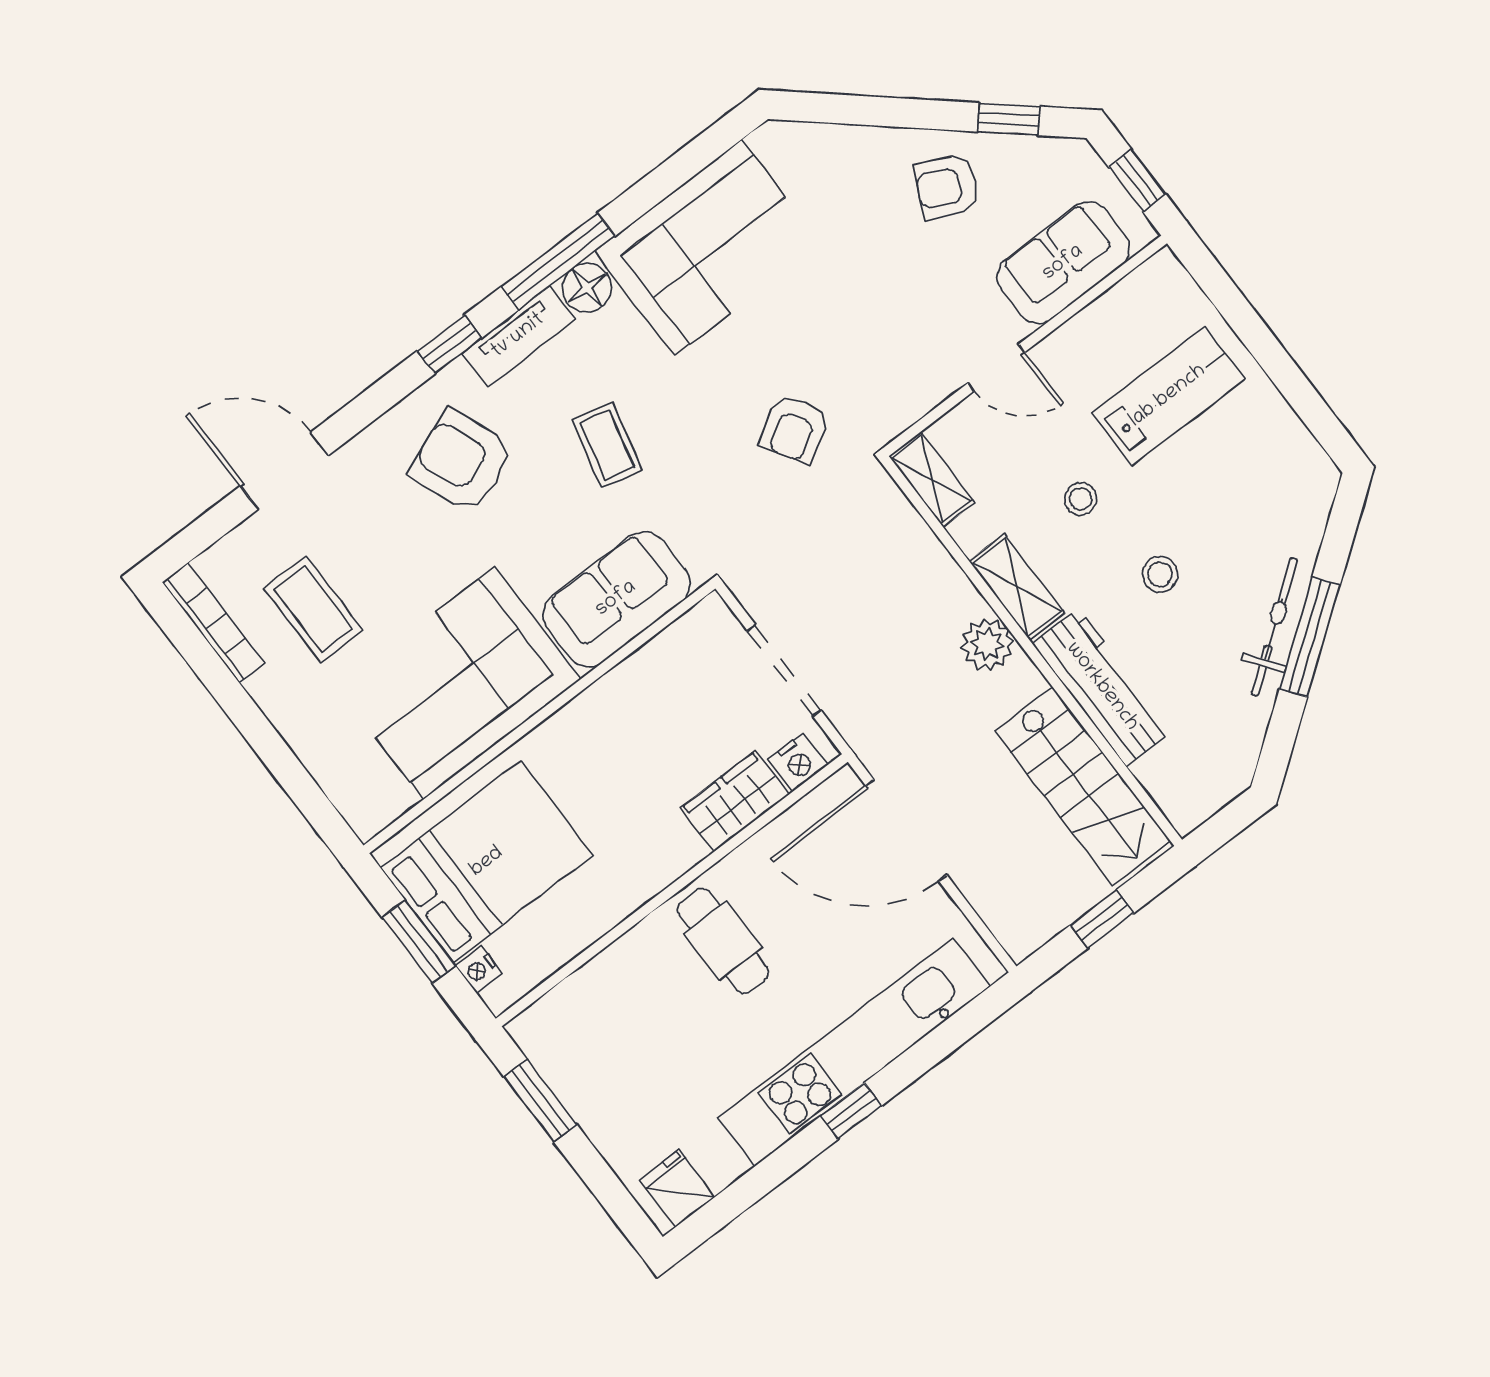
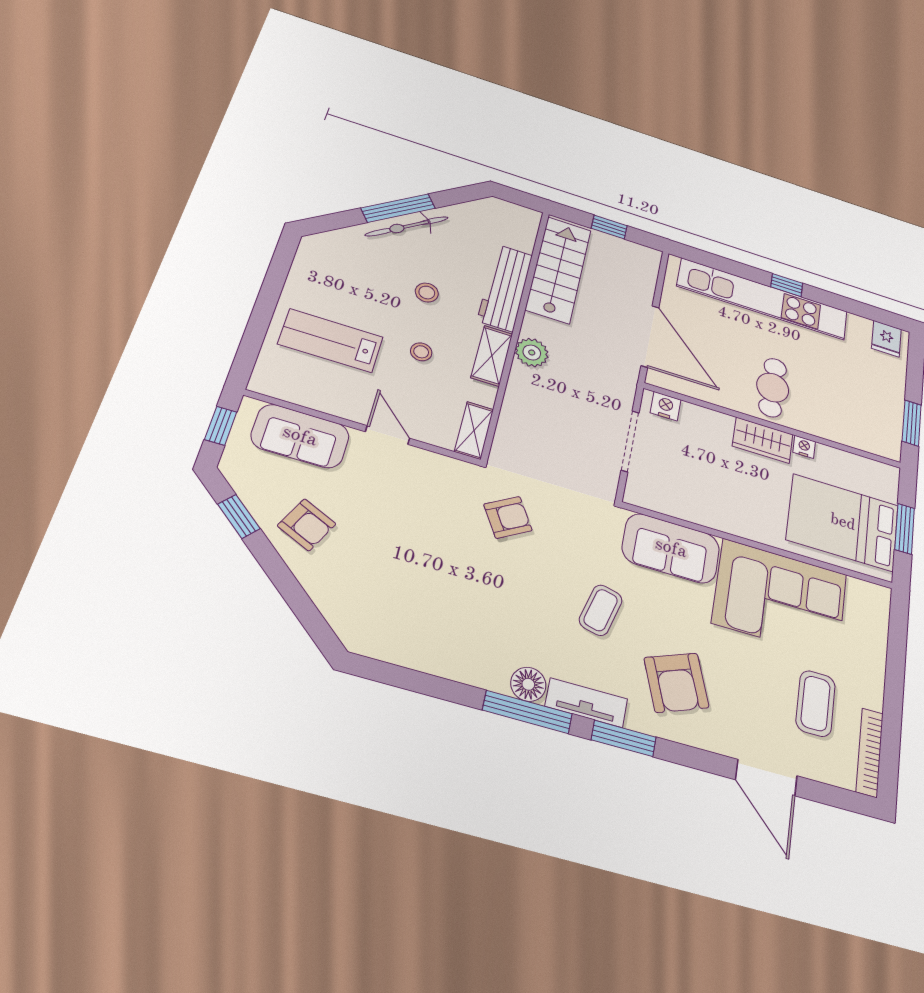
corner sofa: (708, 248) -> (450, 633), removed
window: (449, 344) -> (624, 738), width x1.50
wardrobe: (735, 801) -> (763, 440), moved
nightstand: (479, 970) -> (804, 447), moved, turned -90

